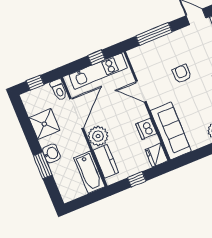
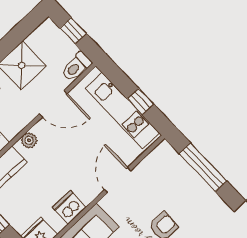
door: (77, 113) -> (53, 104), width x0.73
plant: (98, 136) -> (29, 140), width x0.53, depth x0.53

